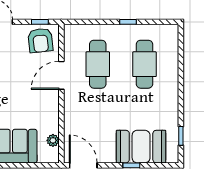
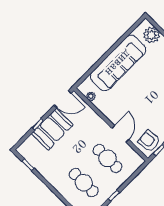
booth: (141, 147) -> (52, 129), moved

